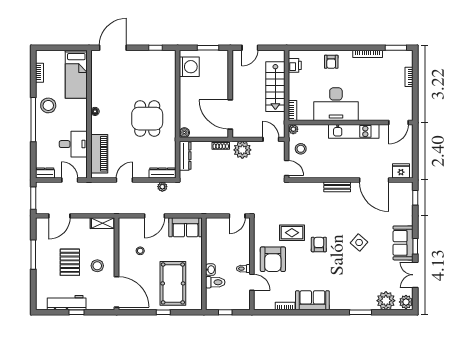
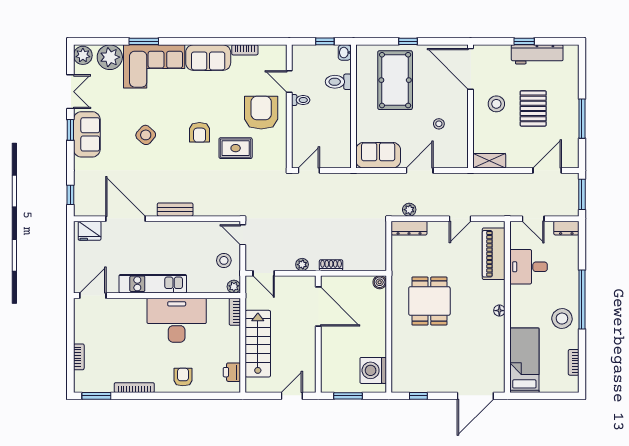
plant: (242, 150) -> (302, 265), width x0.53, depth x0.53
dresser: (185, 156) -> (379, 251), removed
washbasin: (210, 270) -> (345, 53), moved
corner sofa: (353, 294) -> (154, 66), added

